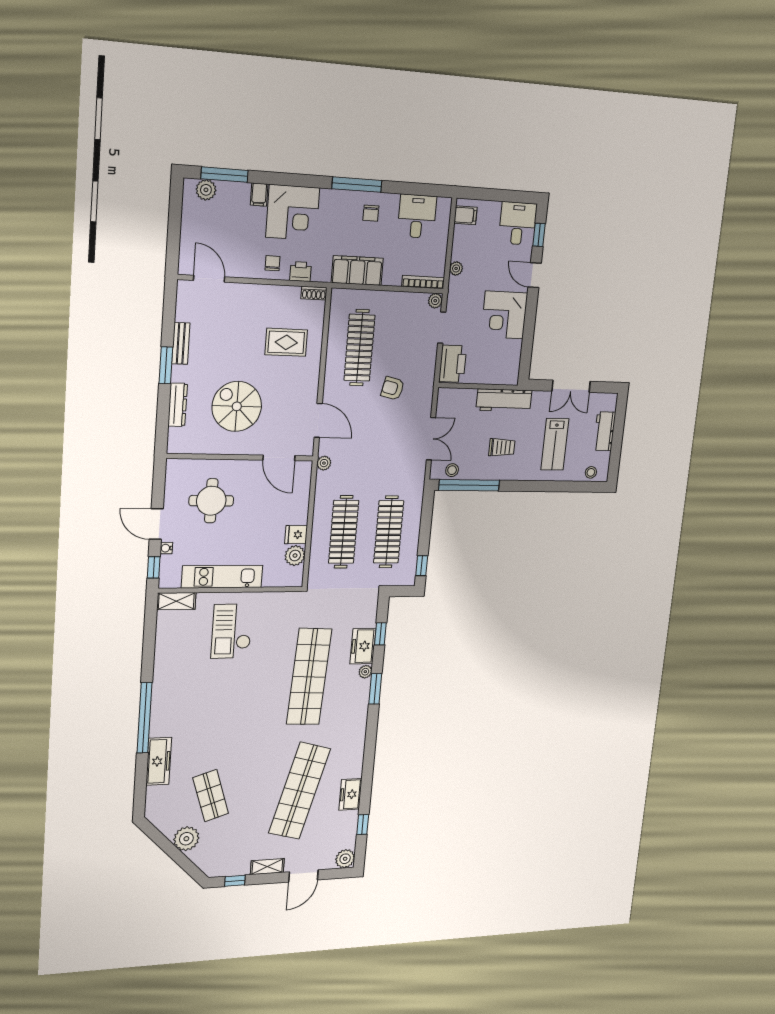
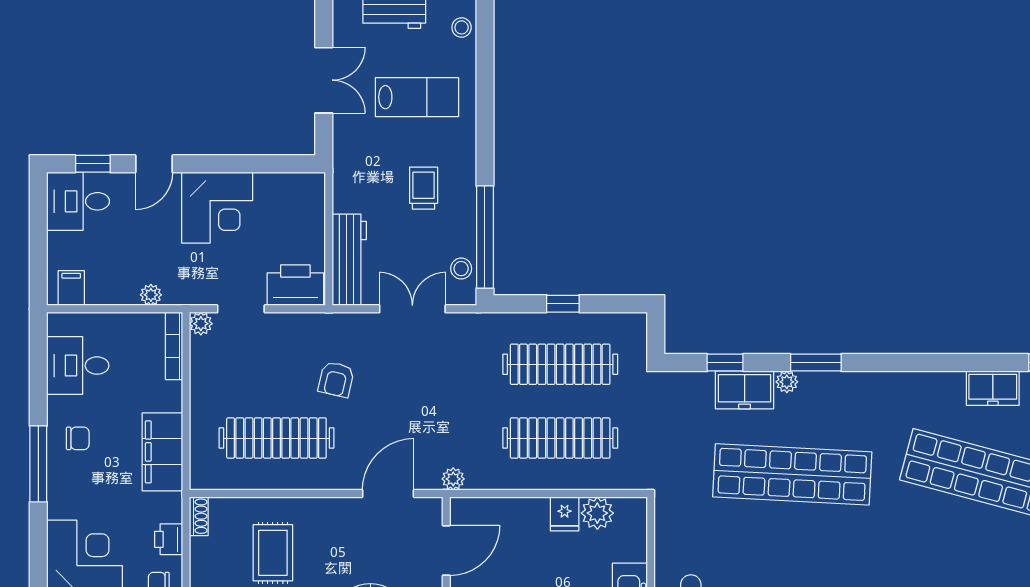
workbench: (504, 400) -> (349, 260), moved
window: (422, 566) -> (563, 304), moved

